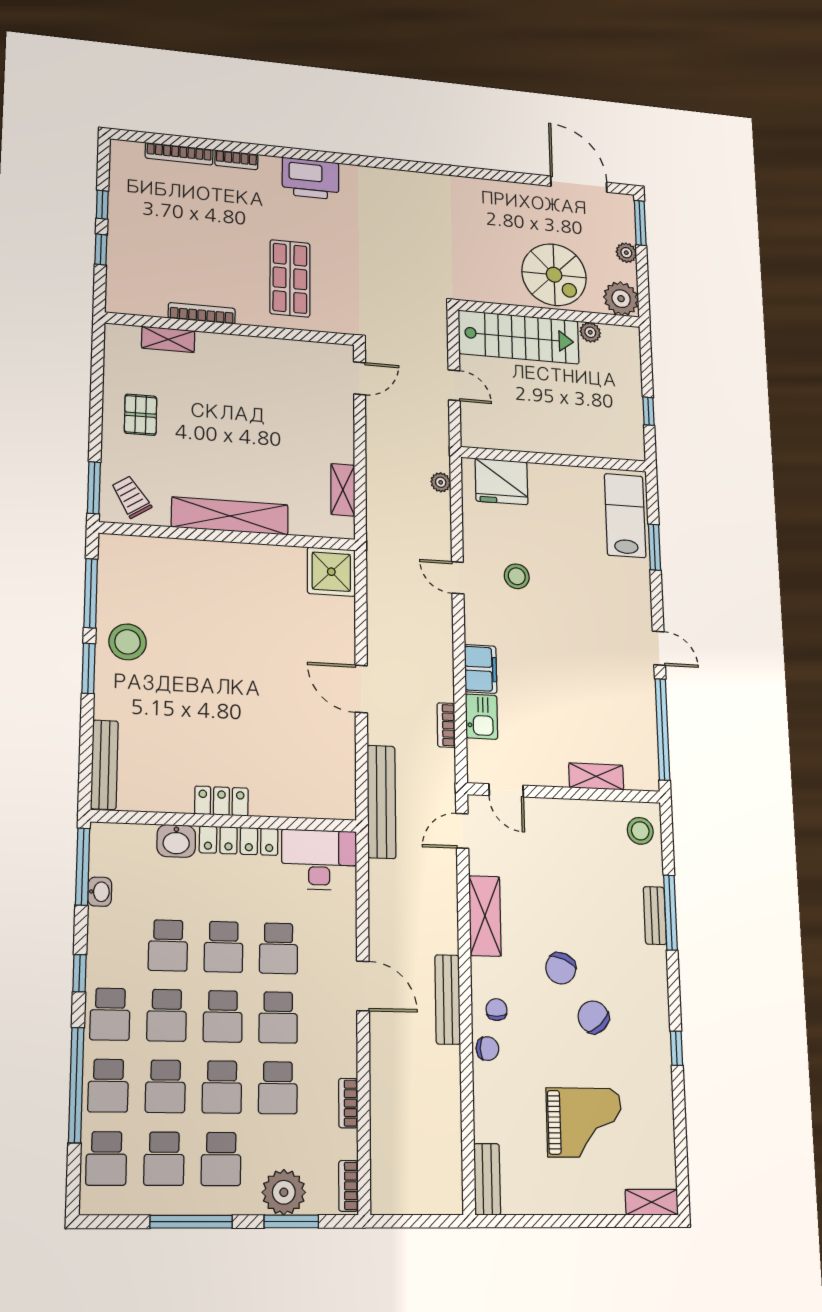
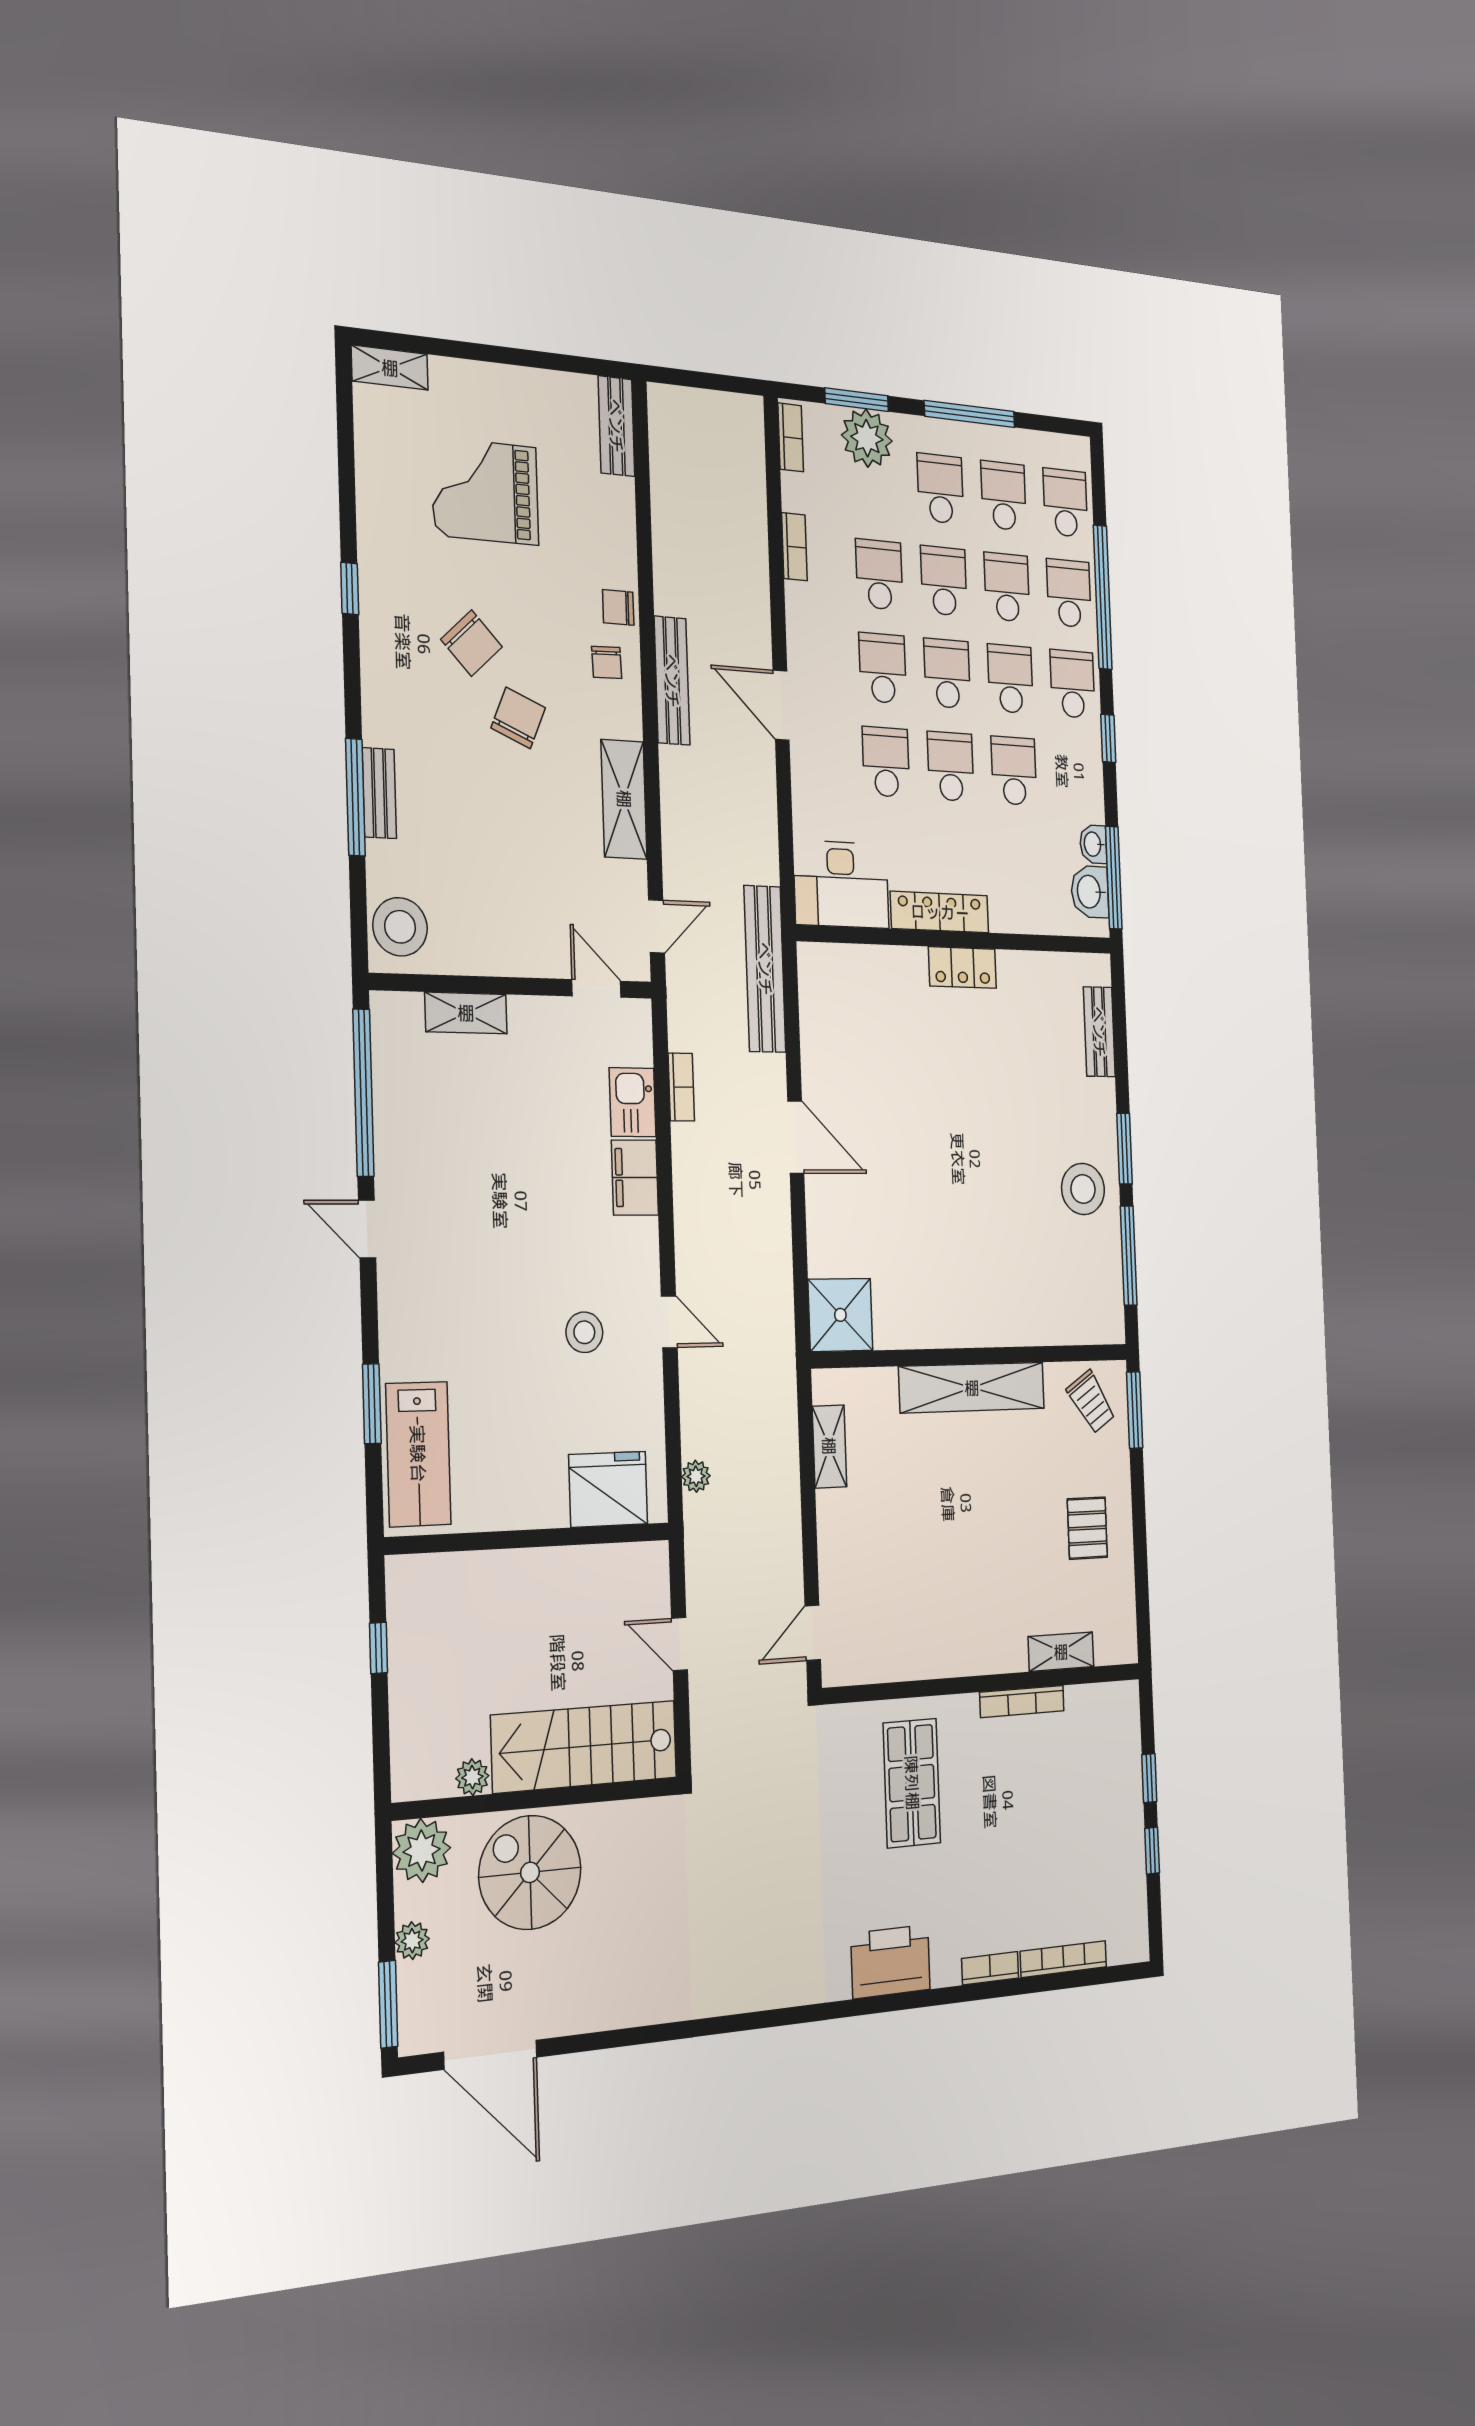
bench: (104, 765) -> (1099, 1032), width x0.73
stool: (640, 831) -> (400, 927), width x1.38, depth x1.38
washbasin: (176, 841) -> (1090, 892), moved, turned -90

